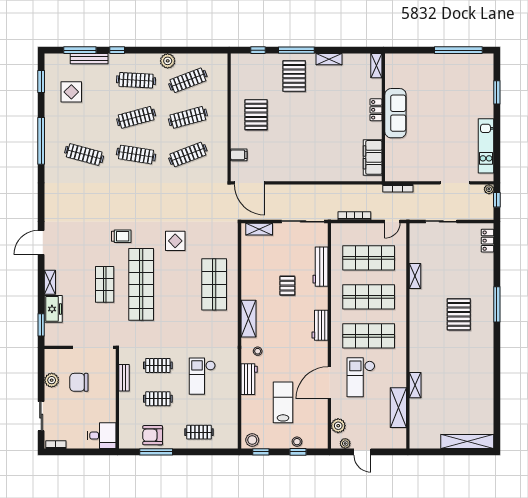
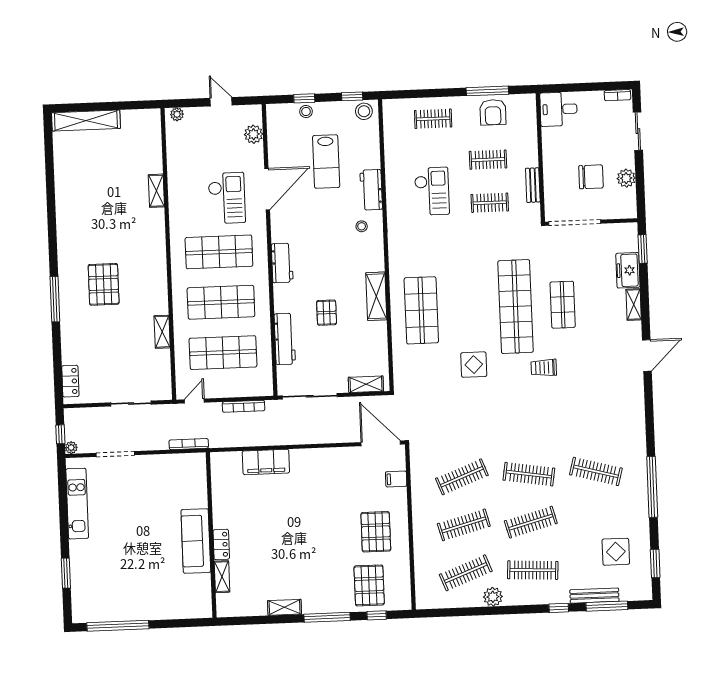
shelving: (376, 66) -> (222, 577), moved
pallet: (294, 76) -> (369, 585), moved
filing cabinet: (373, 157) -> (266, 462), moved, turned 90
shelving: (248, 319) -> (376, 296), moved
shelving: (398, 408) -> (177, 161), removed
armchair: (153, 435) -> (493, 112), turned 90
plant: (345, 443) -> (177, 114), moved

